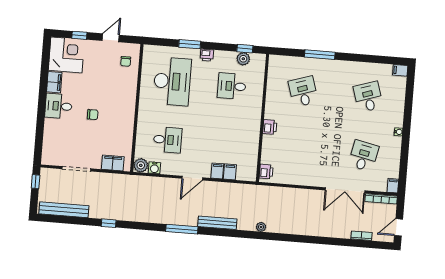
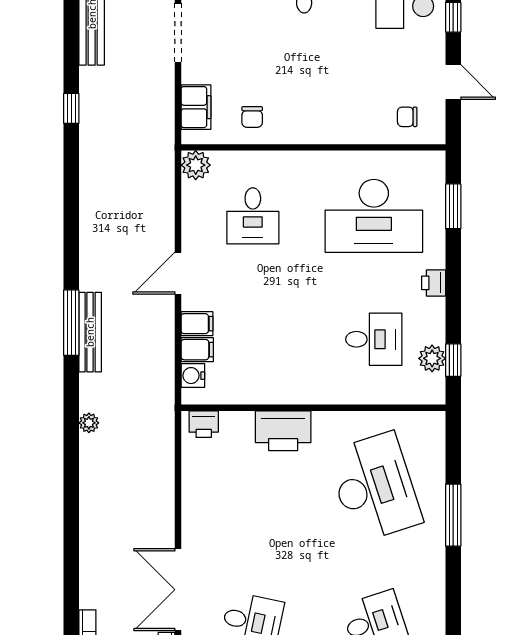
window: (190, 44) -> (453, 206), moved
desk: (232, 86) -> (374, 339), turned 90
desk: (303, 92) -> (375, 487), width x1.87, depth x1.30
chair: (93, 115) -> (252, 117), moved
printer: (270, 127) -> (283, 431), width x1.87, depth x1.48
water cooler: (154, 168) -> (193, 376), moved
door: (192, 178) -> (178, 273), hinge flipped
window: (182, 229) -> (71, 323), moved

